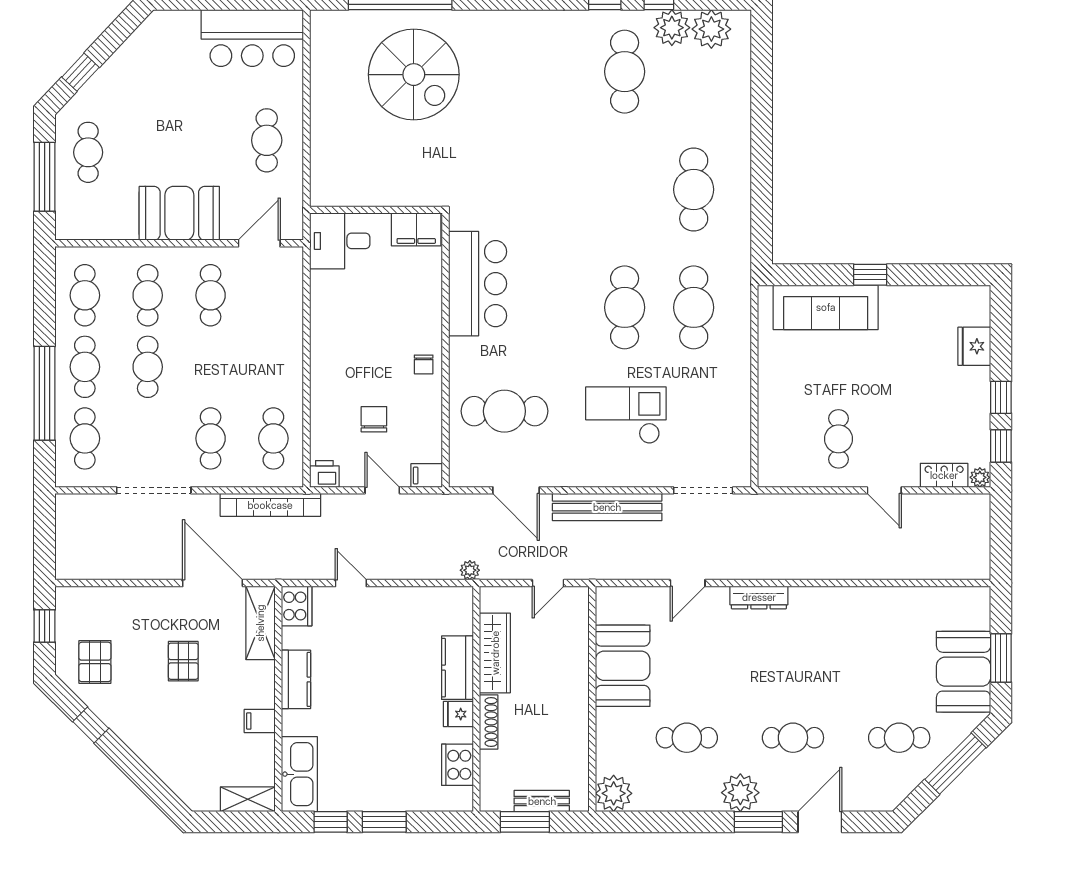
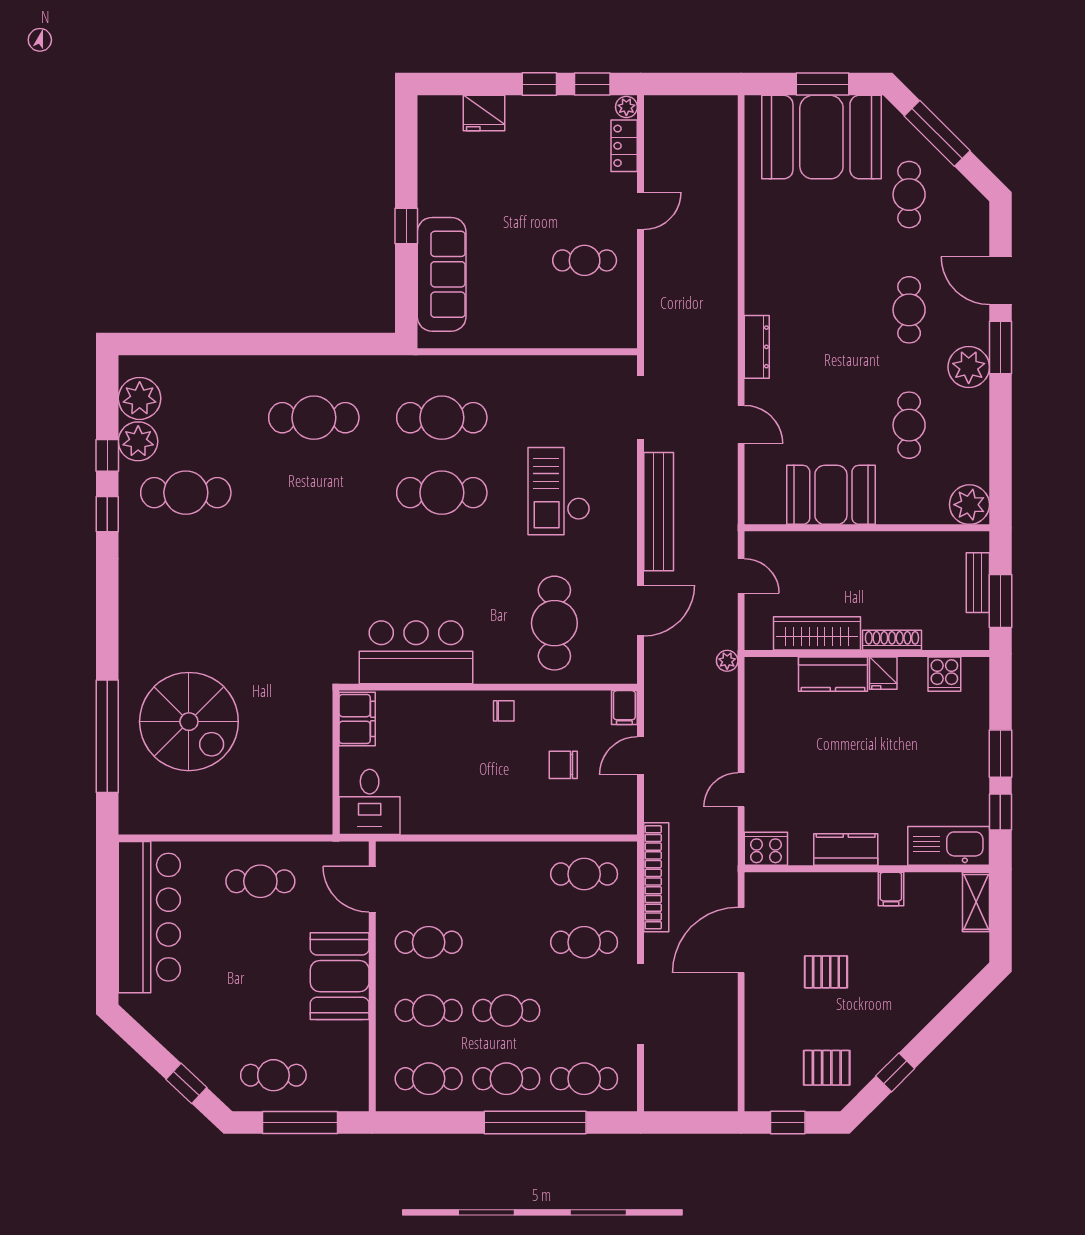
bar counter: (252, 38) -> (149, 917), width x1.36
spiral stairs: (414, 75) -> (189, 722), turned 90
printer: (324, 474) -> (623, 819), removed
shelving: (260, 623) -> (784, 888), removed
booth: (964, 672) -> (821, 137), width x1.36, depth x1.42
cooker: (457, 765) -> (944, 674), width x0.73

